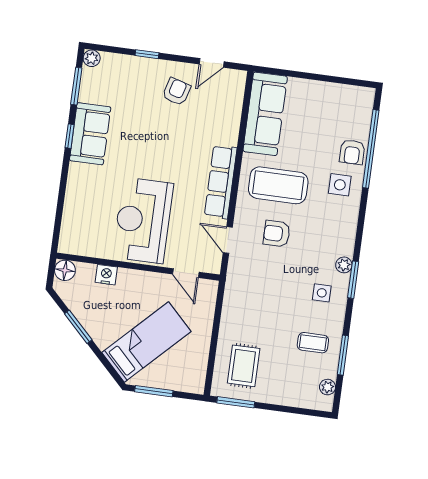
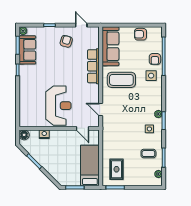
door: (212, 63) -> (81, 25), swing flipped
sofa: (90, 134) -> (27, 50), moved
row of seats: (221, 182) -> (93, 66), moved
reception desk: (143, 220) -> (58, 106), turned 180
armchair: (277, 234) -> (140, 34), moved
bed: (146, 342) -> (90, 165), moved, turned -45

